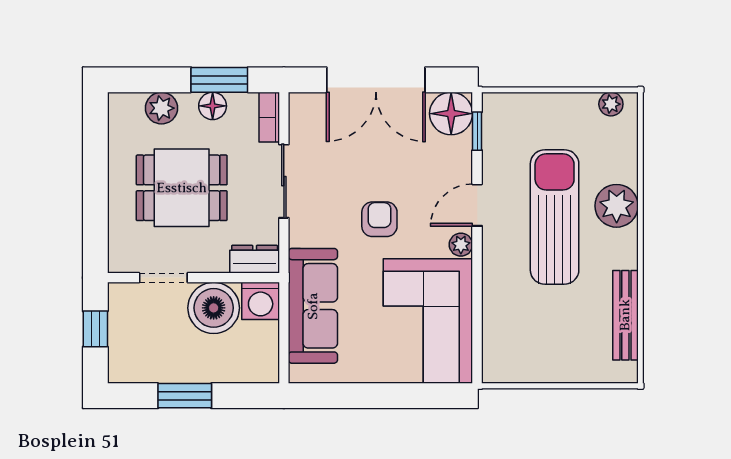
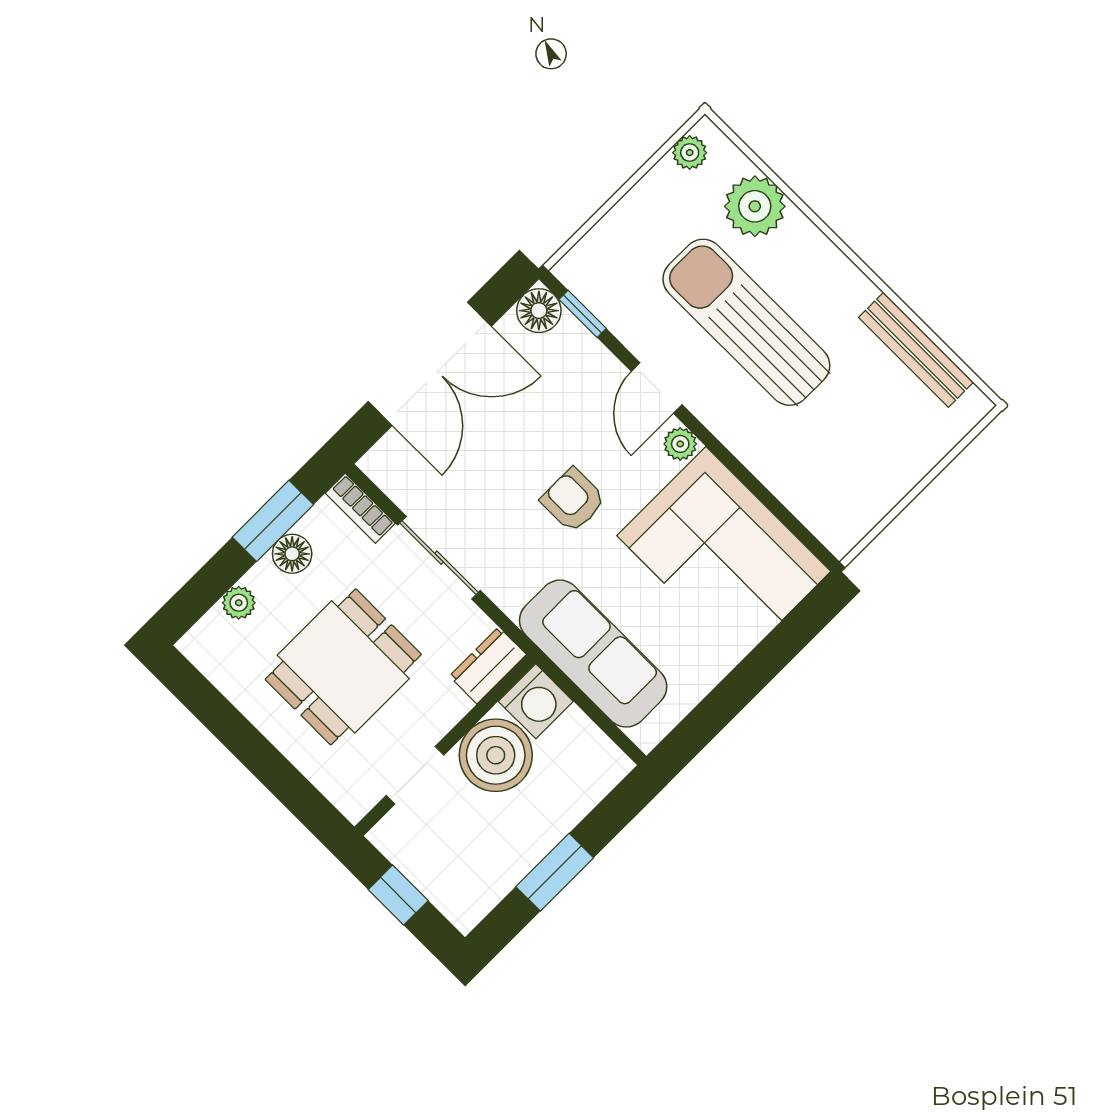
plant: (161, 108) -> (239, 603), width x0.73, depth x0.73
floor lamp: (451, 114) -> (539, 311), width x0.73, depth x0.73
plant: (617, 206) -> (755, 206), moved

